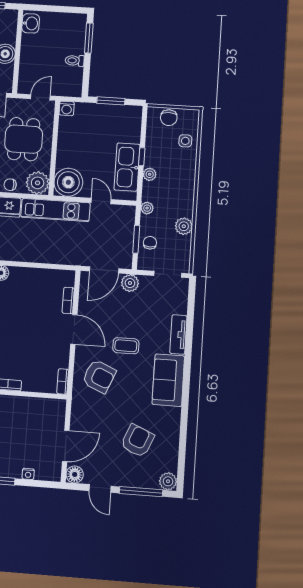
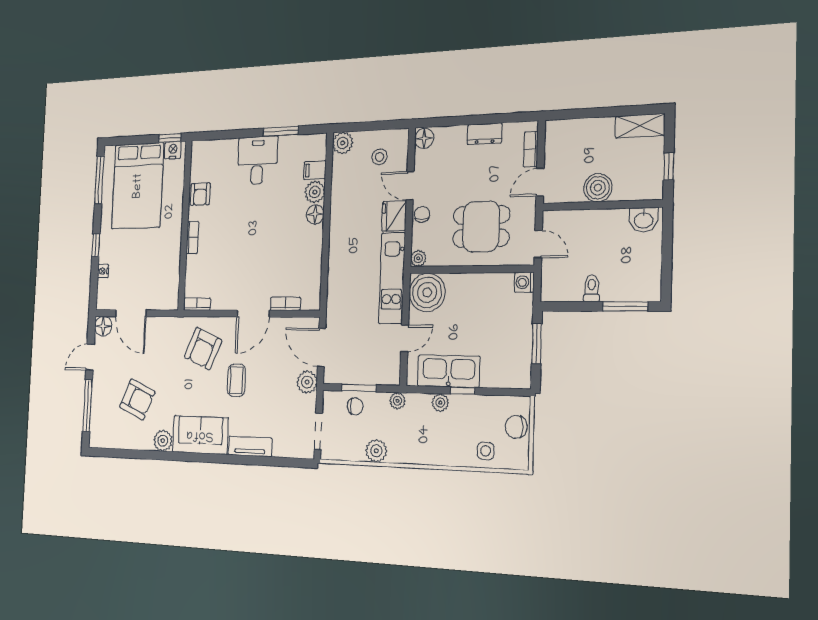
plant: (38, 183) -> (418, 258), width x0.53, depth x0.53
plant: (168, 481) -> (163, 441), moved

